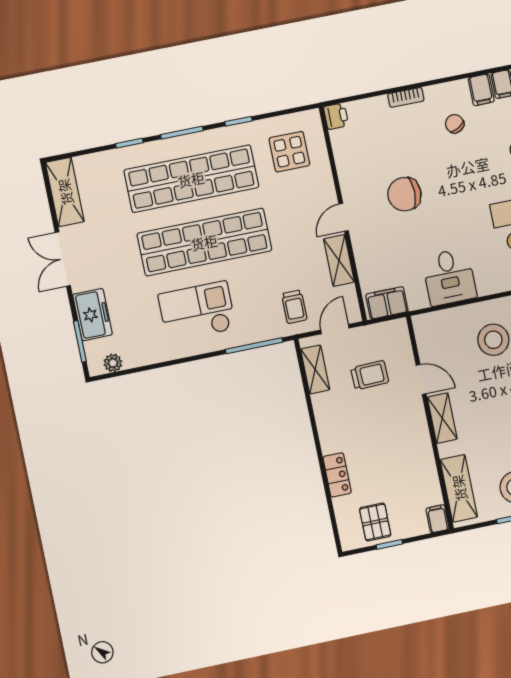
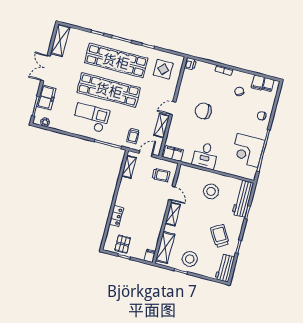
trolley: (370, 375) -> (161, 175), moved

